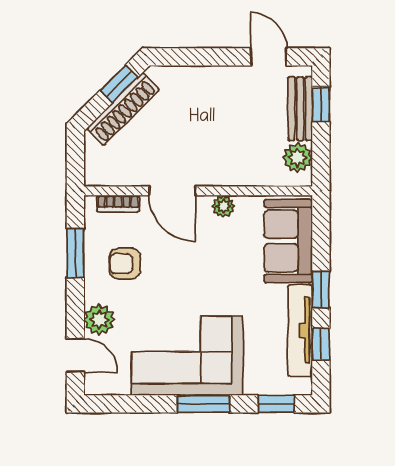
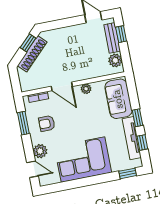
window: (203, 404) -> (94, 180), removed

